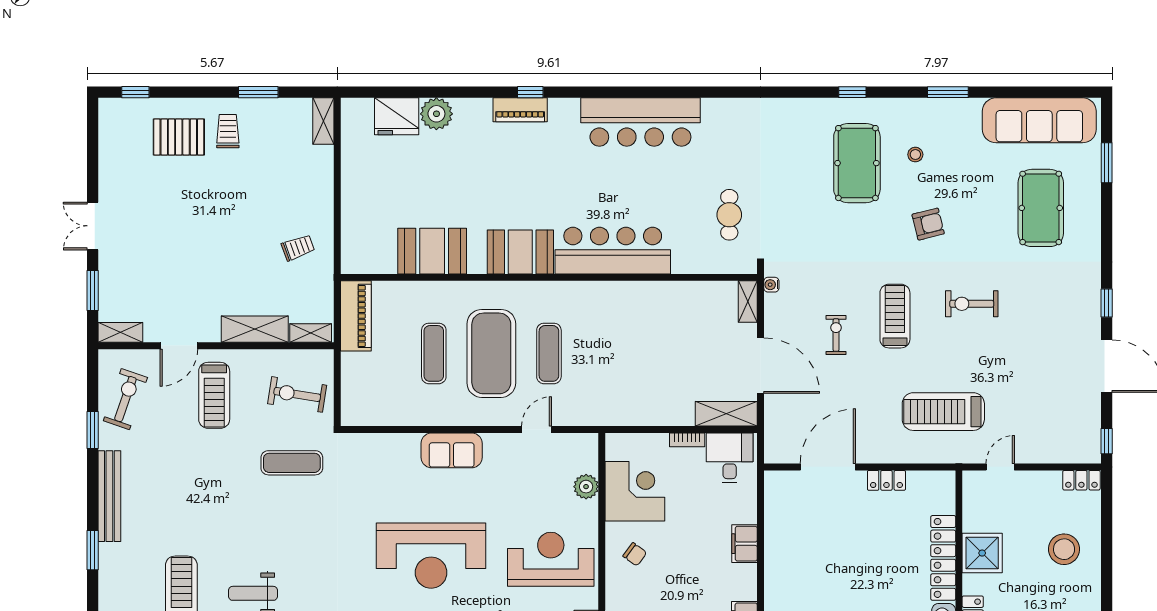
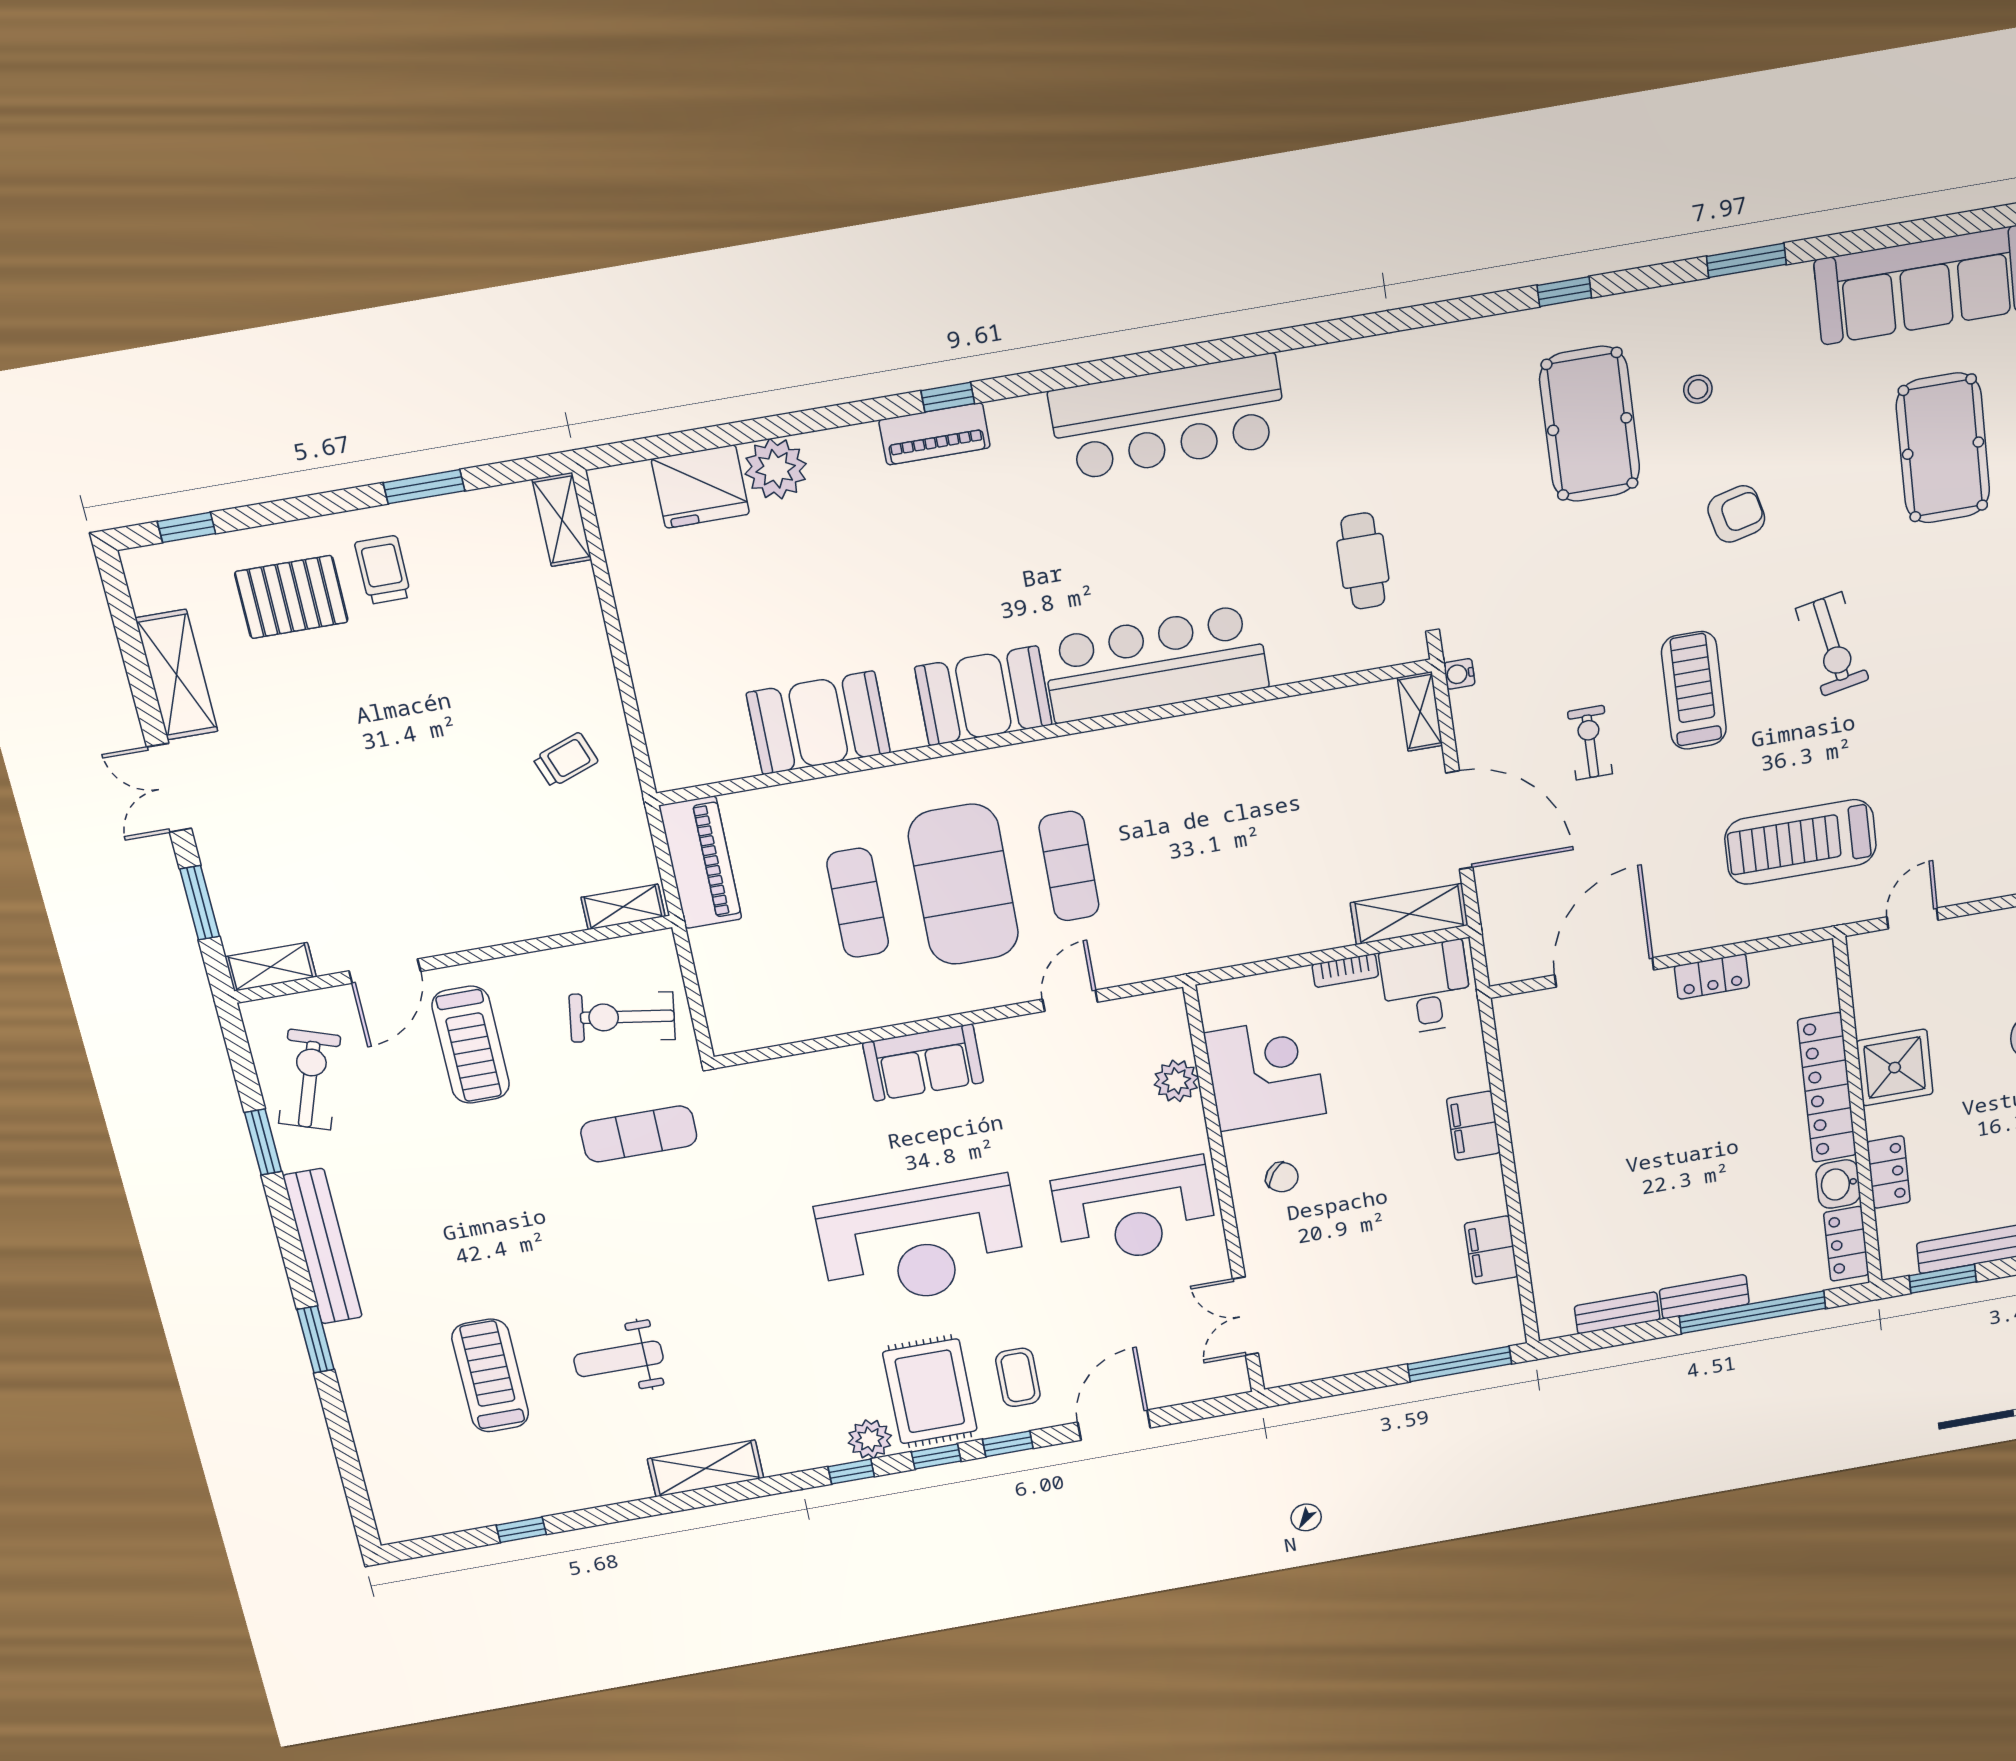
exercise bike: (972, 304) -> (1832, 644), turned -101
shelving: (255, 329) -> (177, 675), moved, turned 90
reception desk: (551, 559) -> (1135, 1211), turned 180

